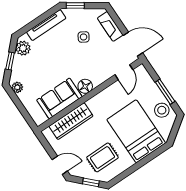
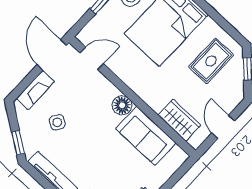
wardrobe: (71, 121) -> (179, 120), width x0.67
rug: (102, 157) -> (211, 61), turned 90
door: (60, 165) -> (223, 127), moved

